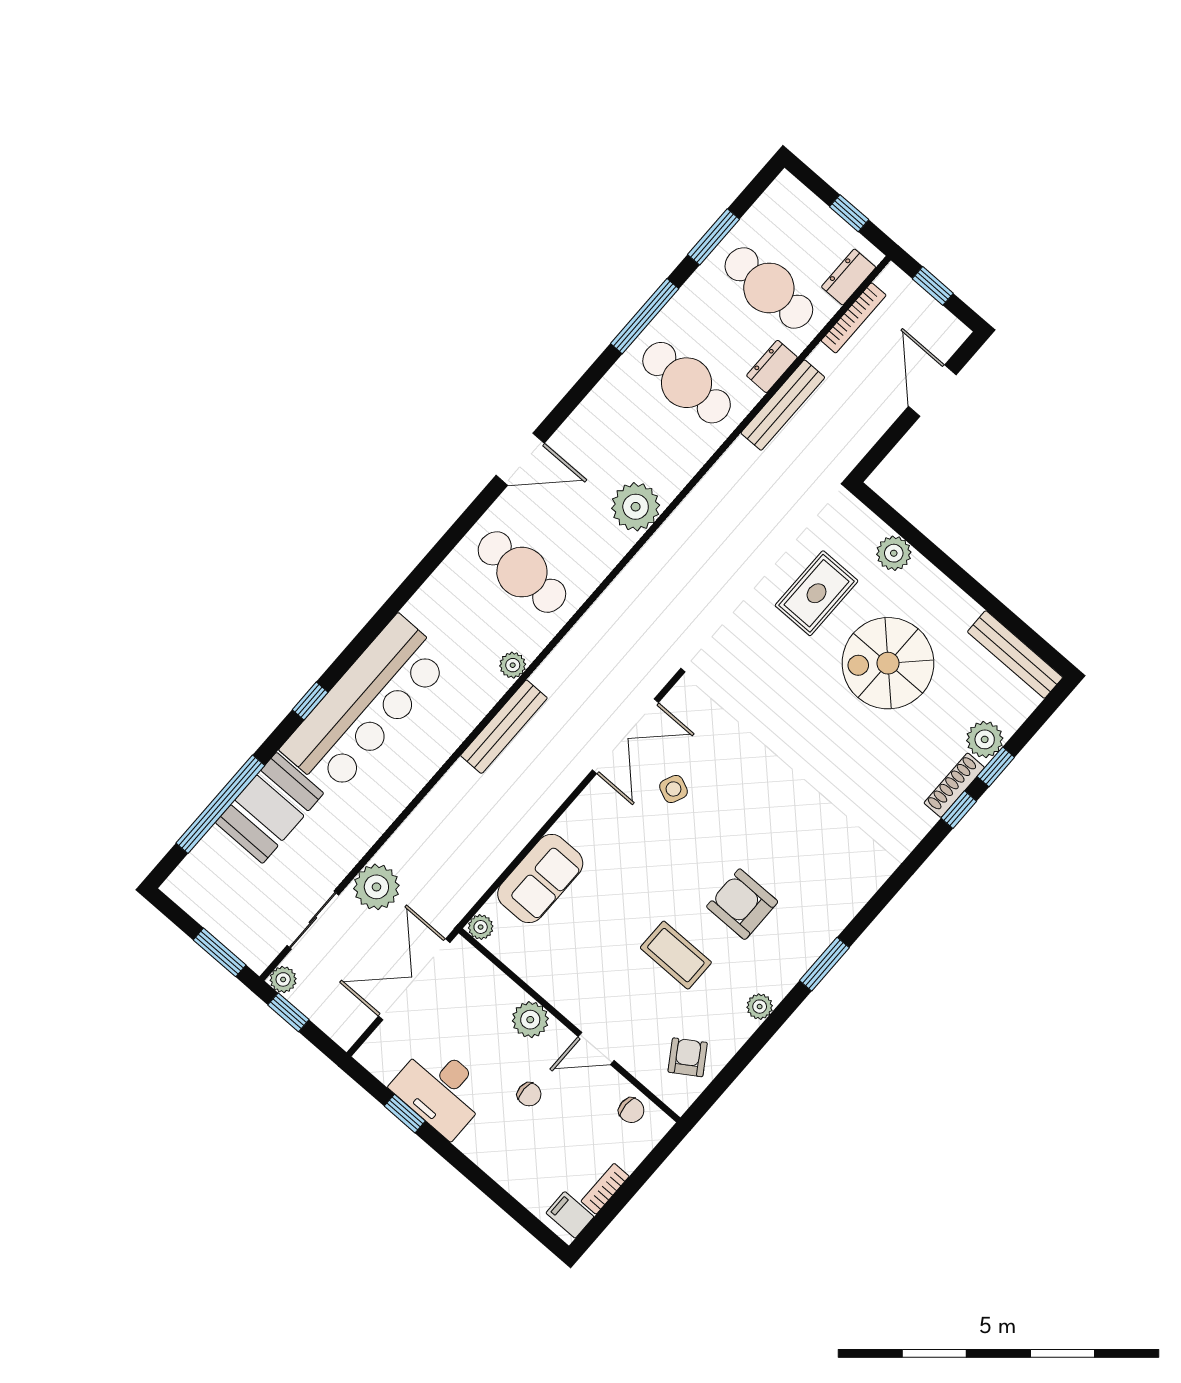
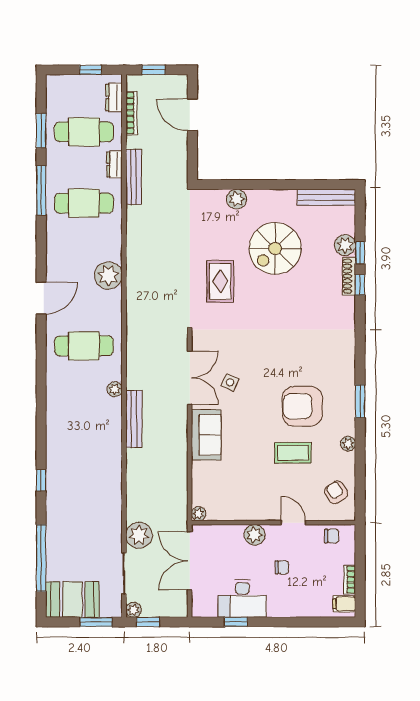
rug: (817, 593) -> (220, 281), moved
bar counter: (366, 705) -> (67, 461), removed
booth: (269, 808) -> (72, 599), moved, turned 90
sofa: (540, 879) -> (206, 435), moved
armchair: (742, 904) -> (302, 406), width x1.36, depth x1.36
door: (596, 1048) -> (294, 523), swing flipped

